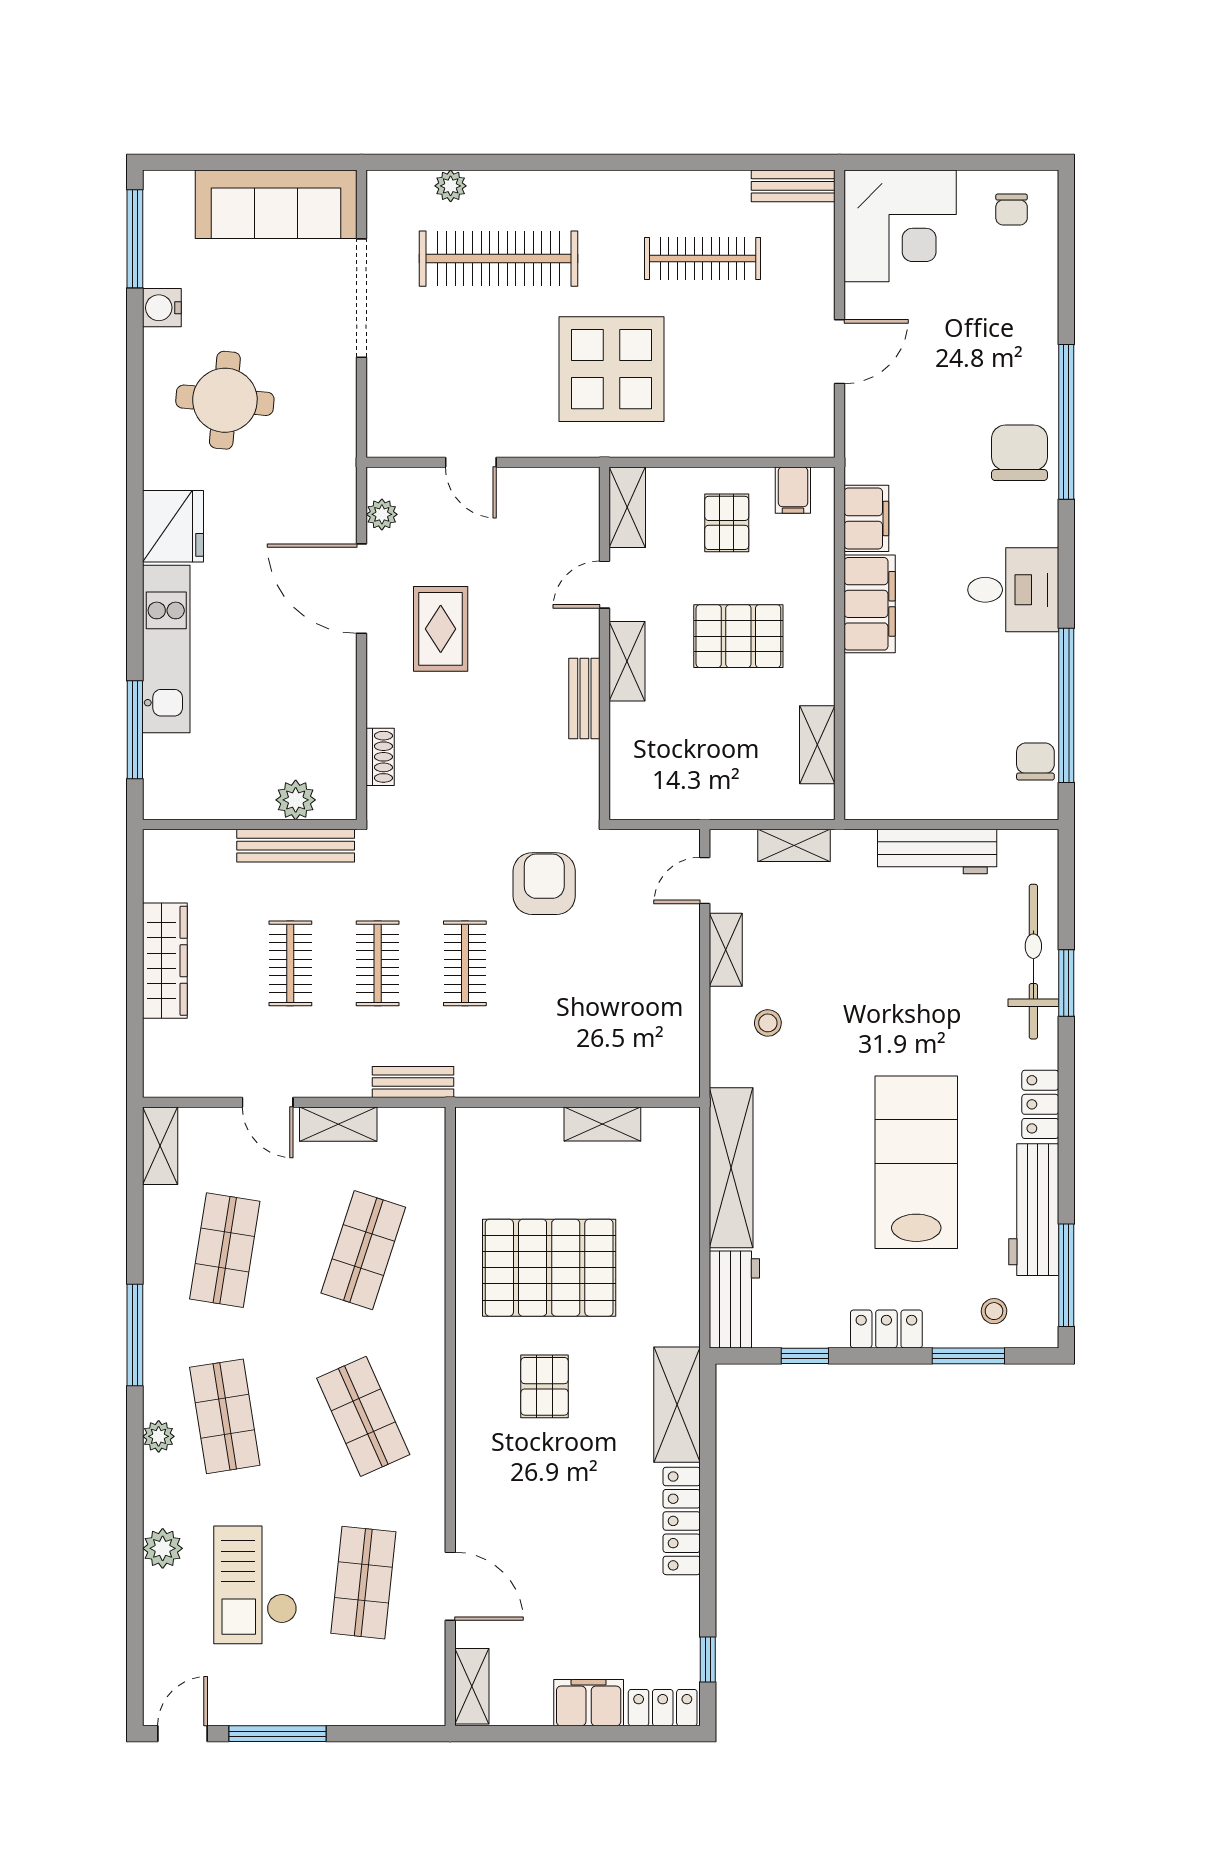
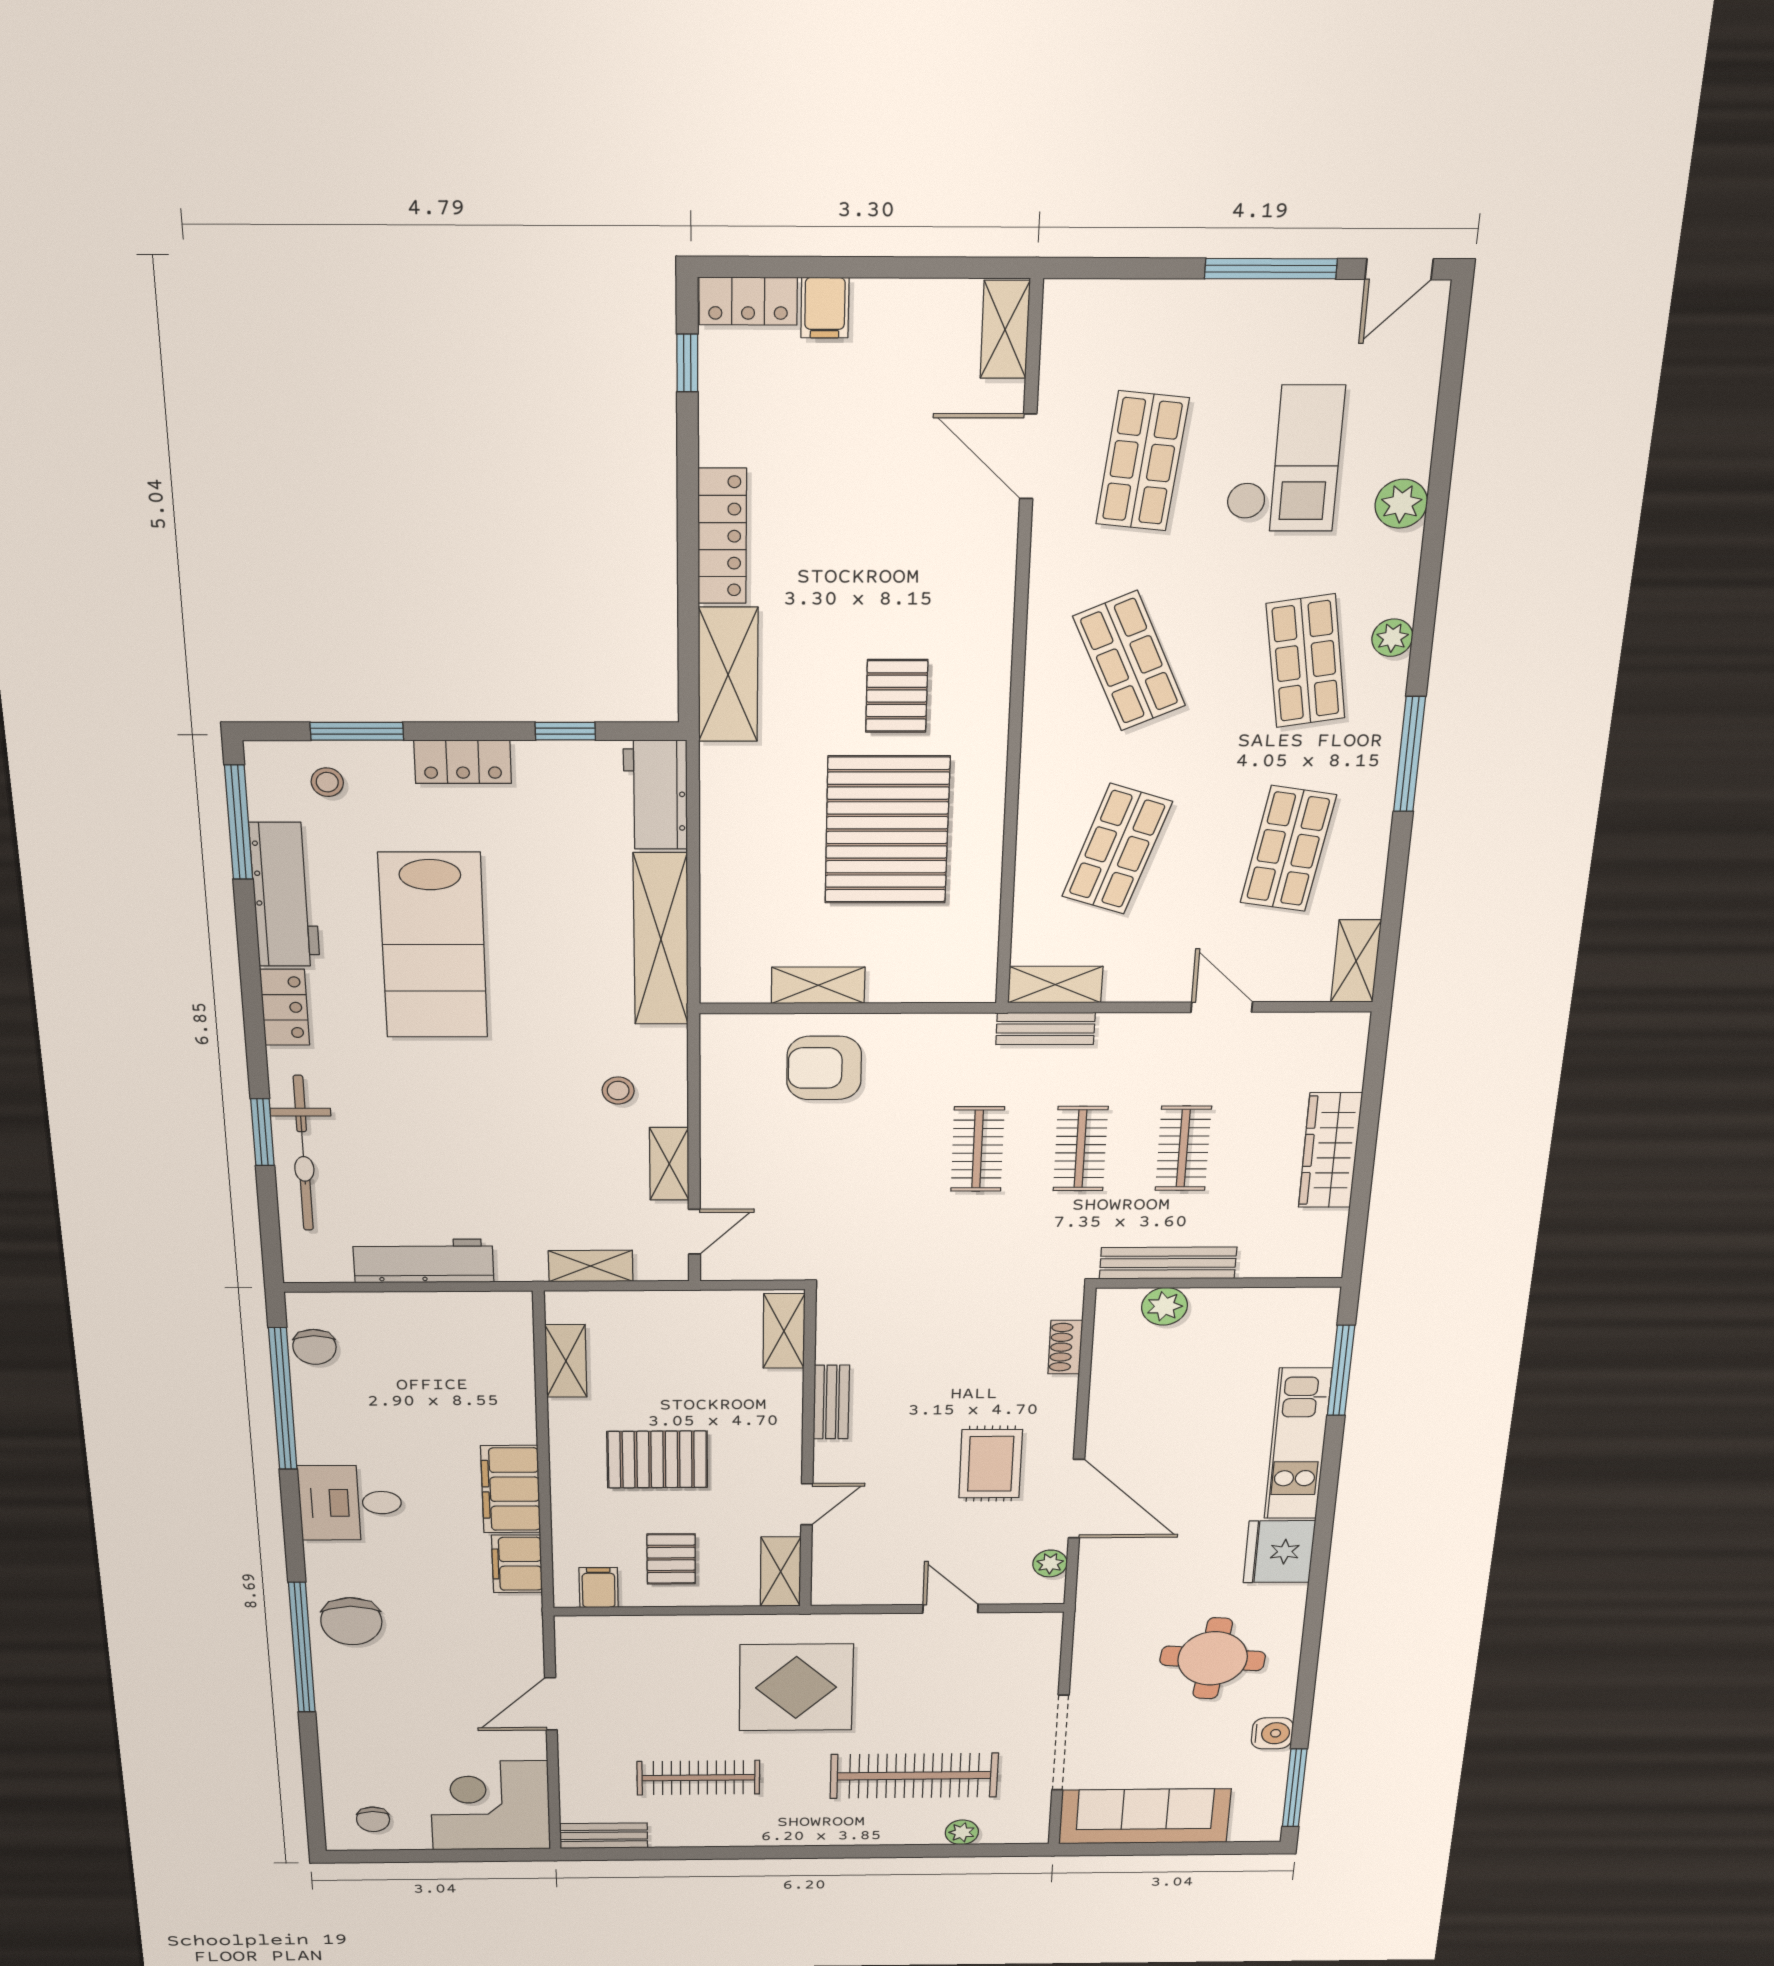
chair: (1012, 210) -> (373, 1819), turned 180
shelving: (627, 661) -> (784, 1331), moved
armchair: (544, 884) -> (824, 1068), moved, turned 90
shelving: (338, 1124) -> (1055, 985), moved
pallet: (549, 1268) -> (887, 830), turned 90
filing cabinet: (589, 1703) -> (825, 308), width x0.50

